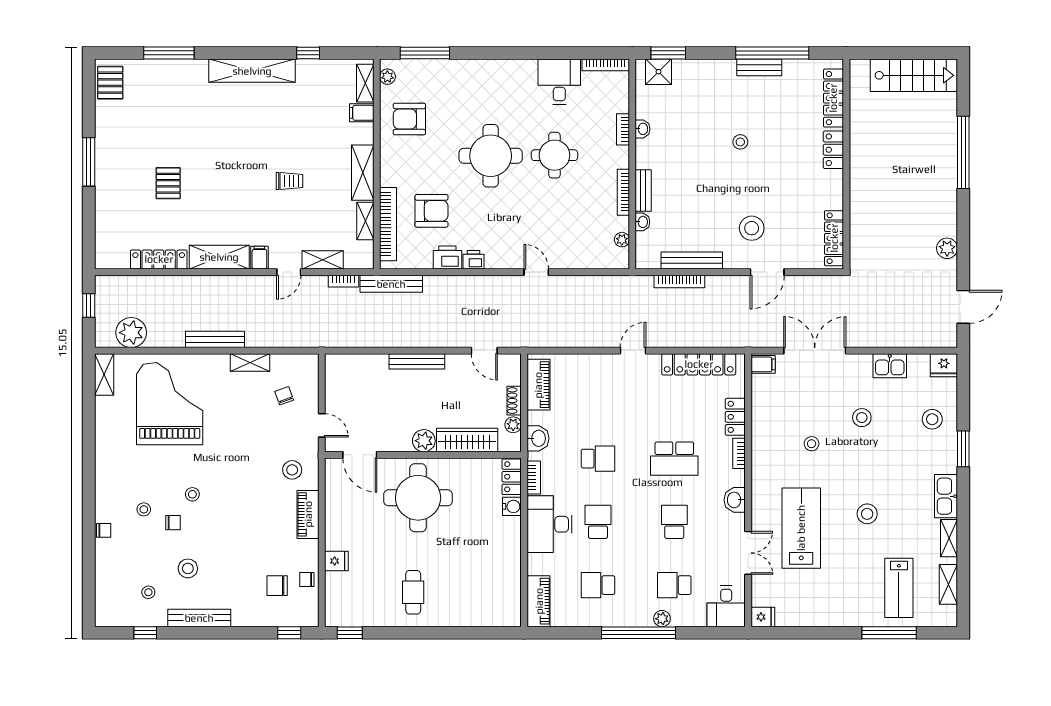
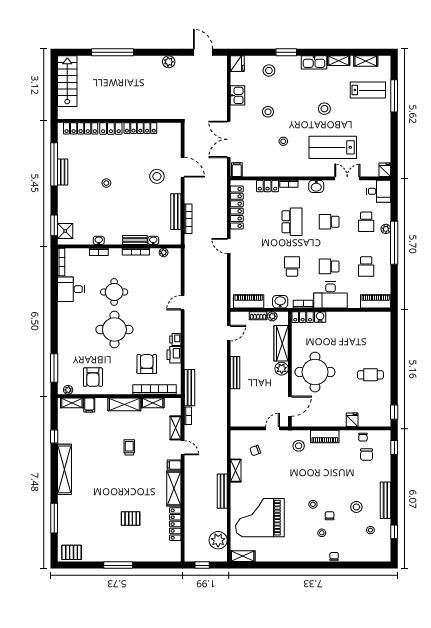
locker: (834, 238) -> (140, 128), moved

